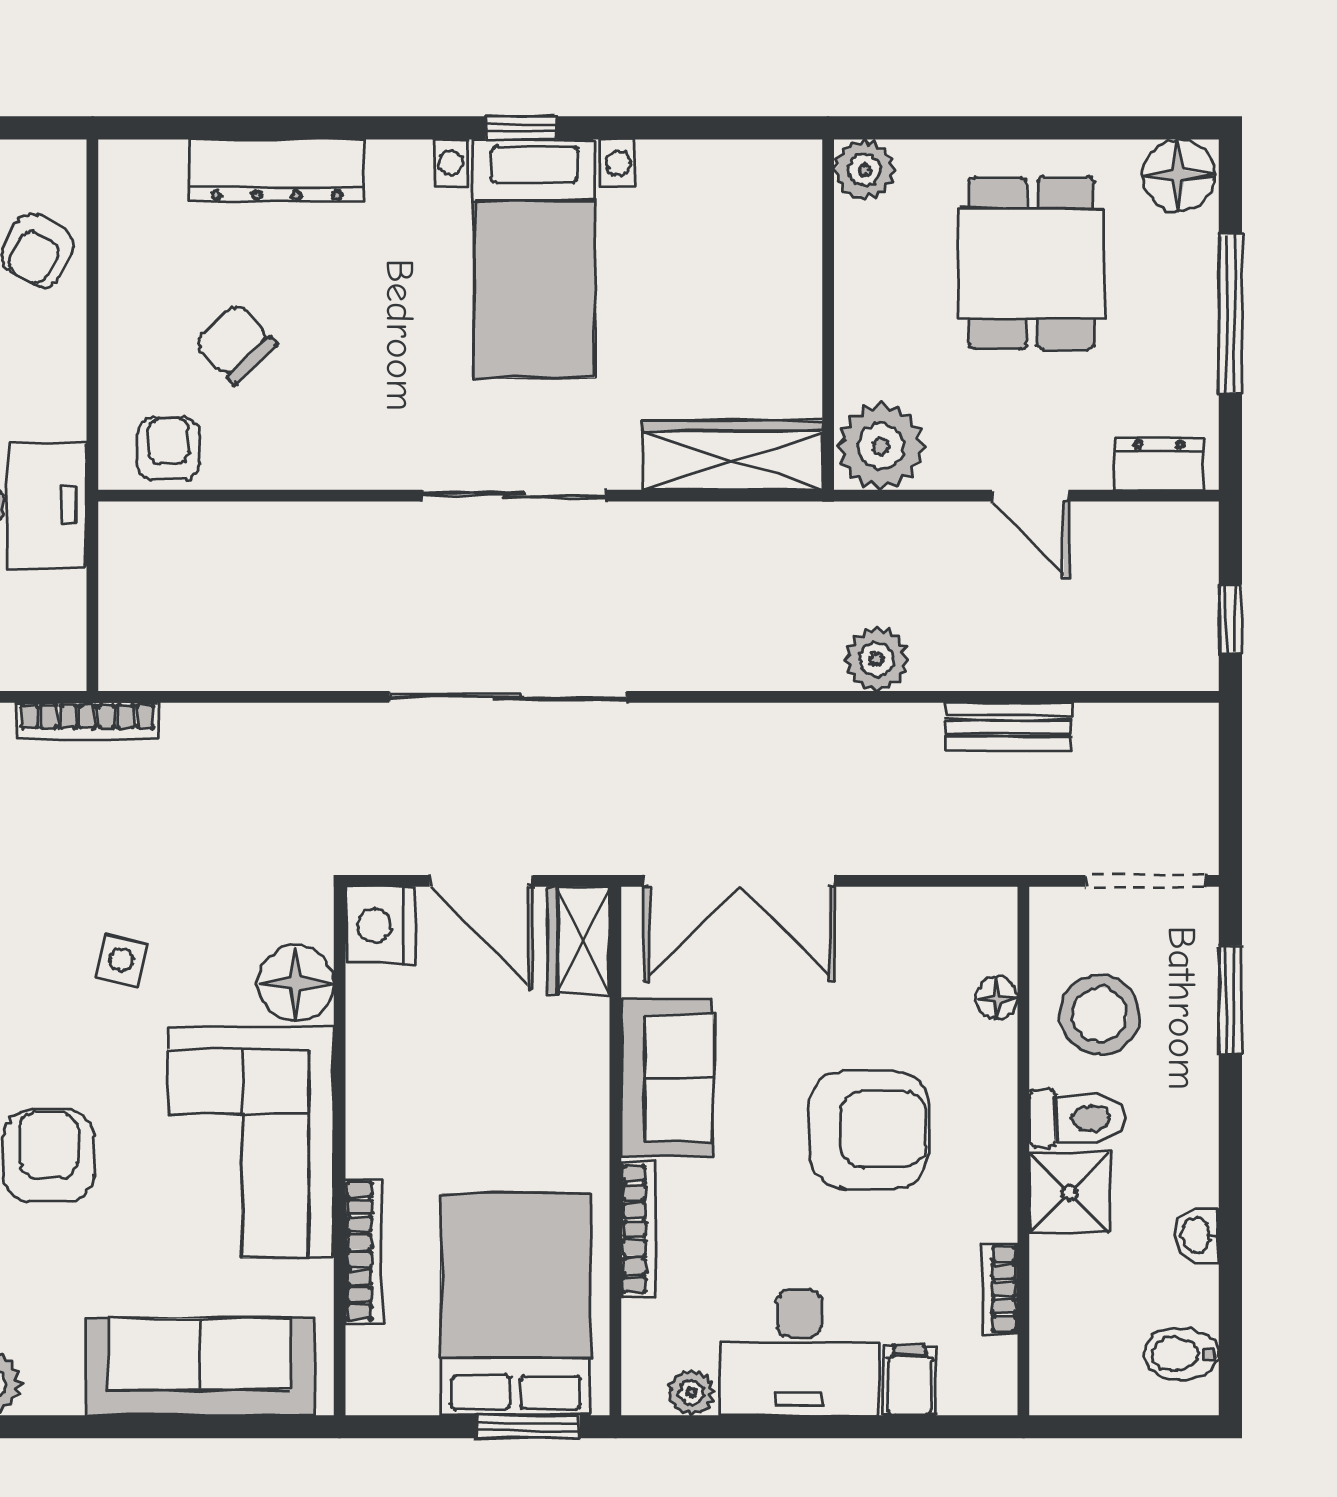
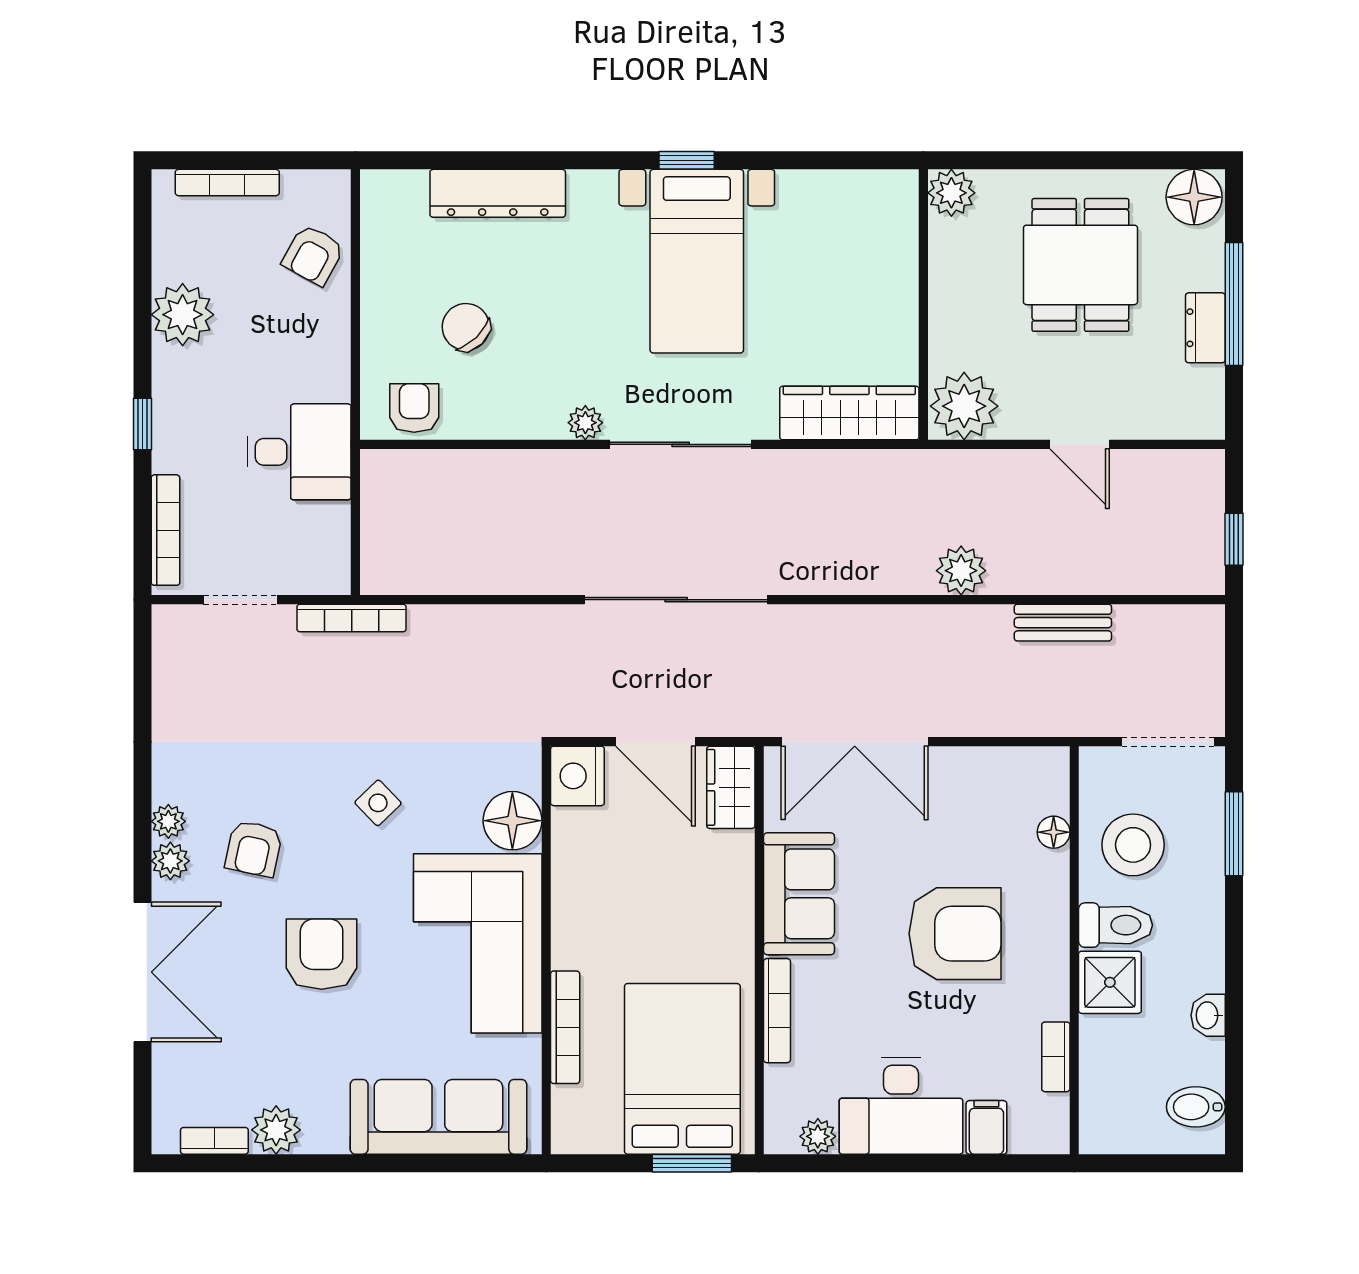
dresser: (1160, 464) -> (1205, 328), moved, turned -90
plant: (390, 468) -> (585, 423), added
side table: (122, 960) -> (378, 803), turned 33

